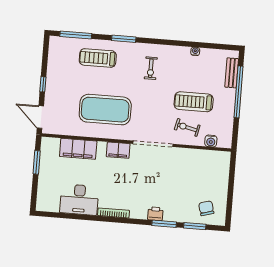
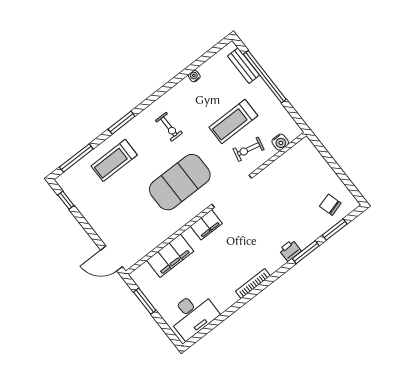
window: (43, 84) -> (66, 200), moved
exercise mat: (105, 110) -> (180, 182), moved
desk: (79, 200) -> (193, 315), moved

